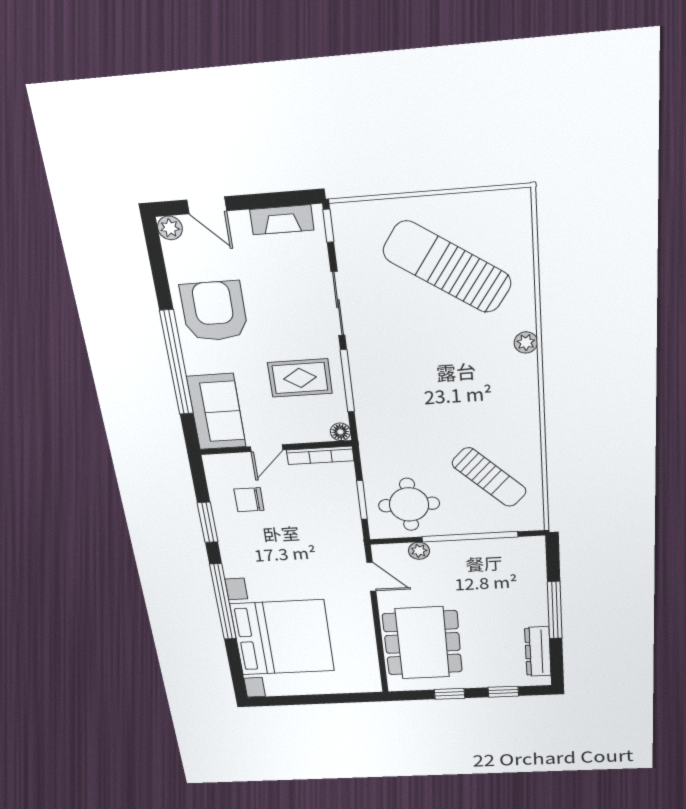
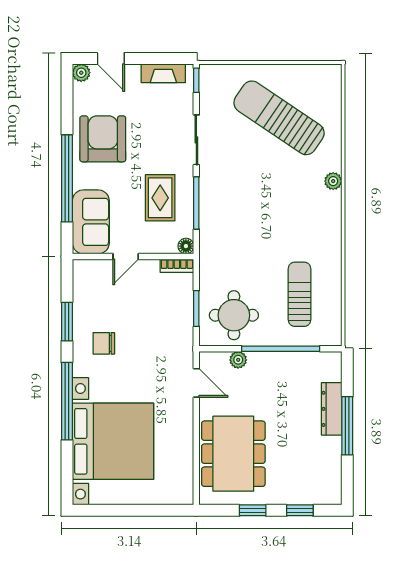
rug: (300, 378) -> (160, 198), turned 90
bookcase: (320, 455) -> (177, 266), width x0.64
sun lounger: (489, 477) -> (300, 294), turned -134
chair: (249, 500) -> (104, 343), moved
dresser: (538, 652) -> (332, 409), moved

